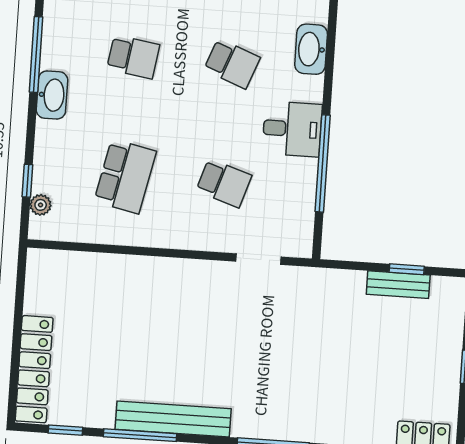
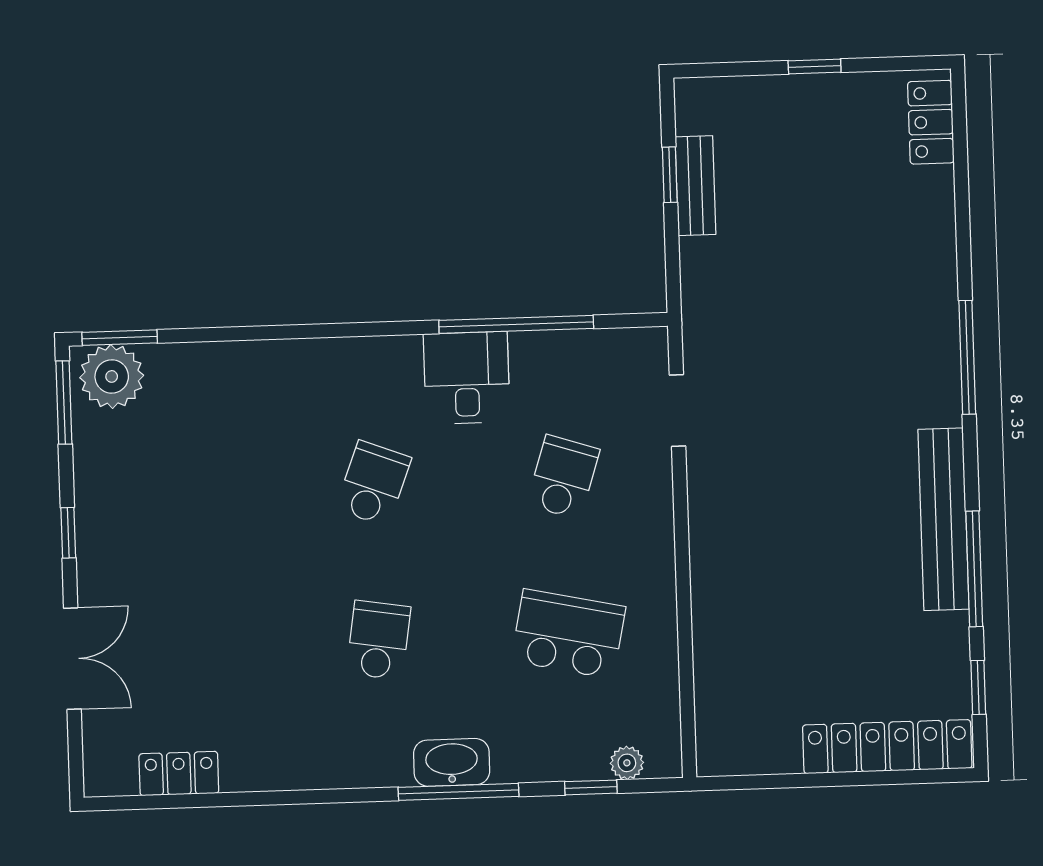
washbasin: (311, 49) -> (338, 361), removed
window: (36, 55) -> (458, 792), moved

